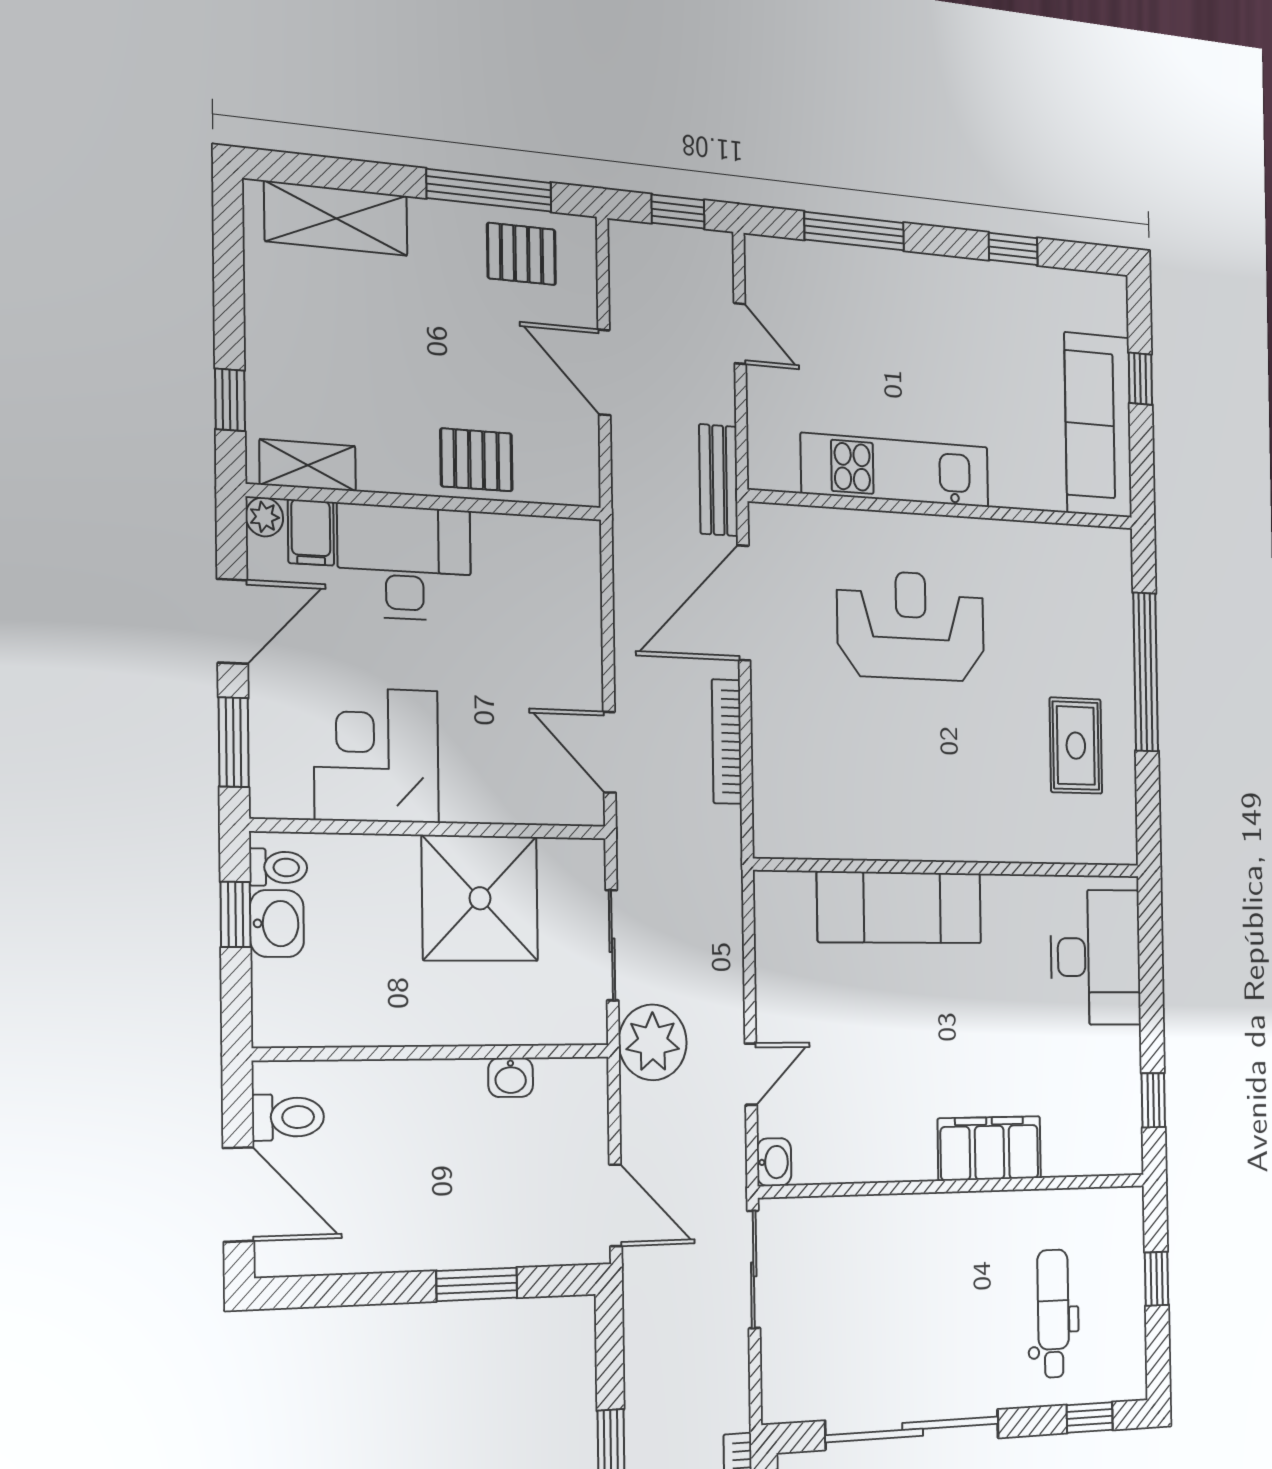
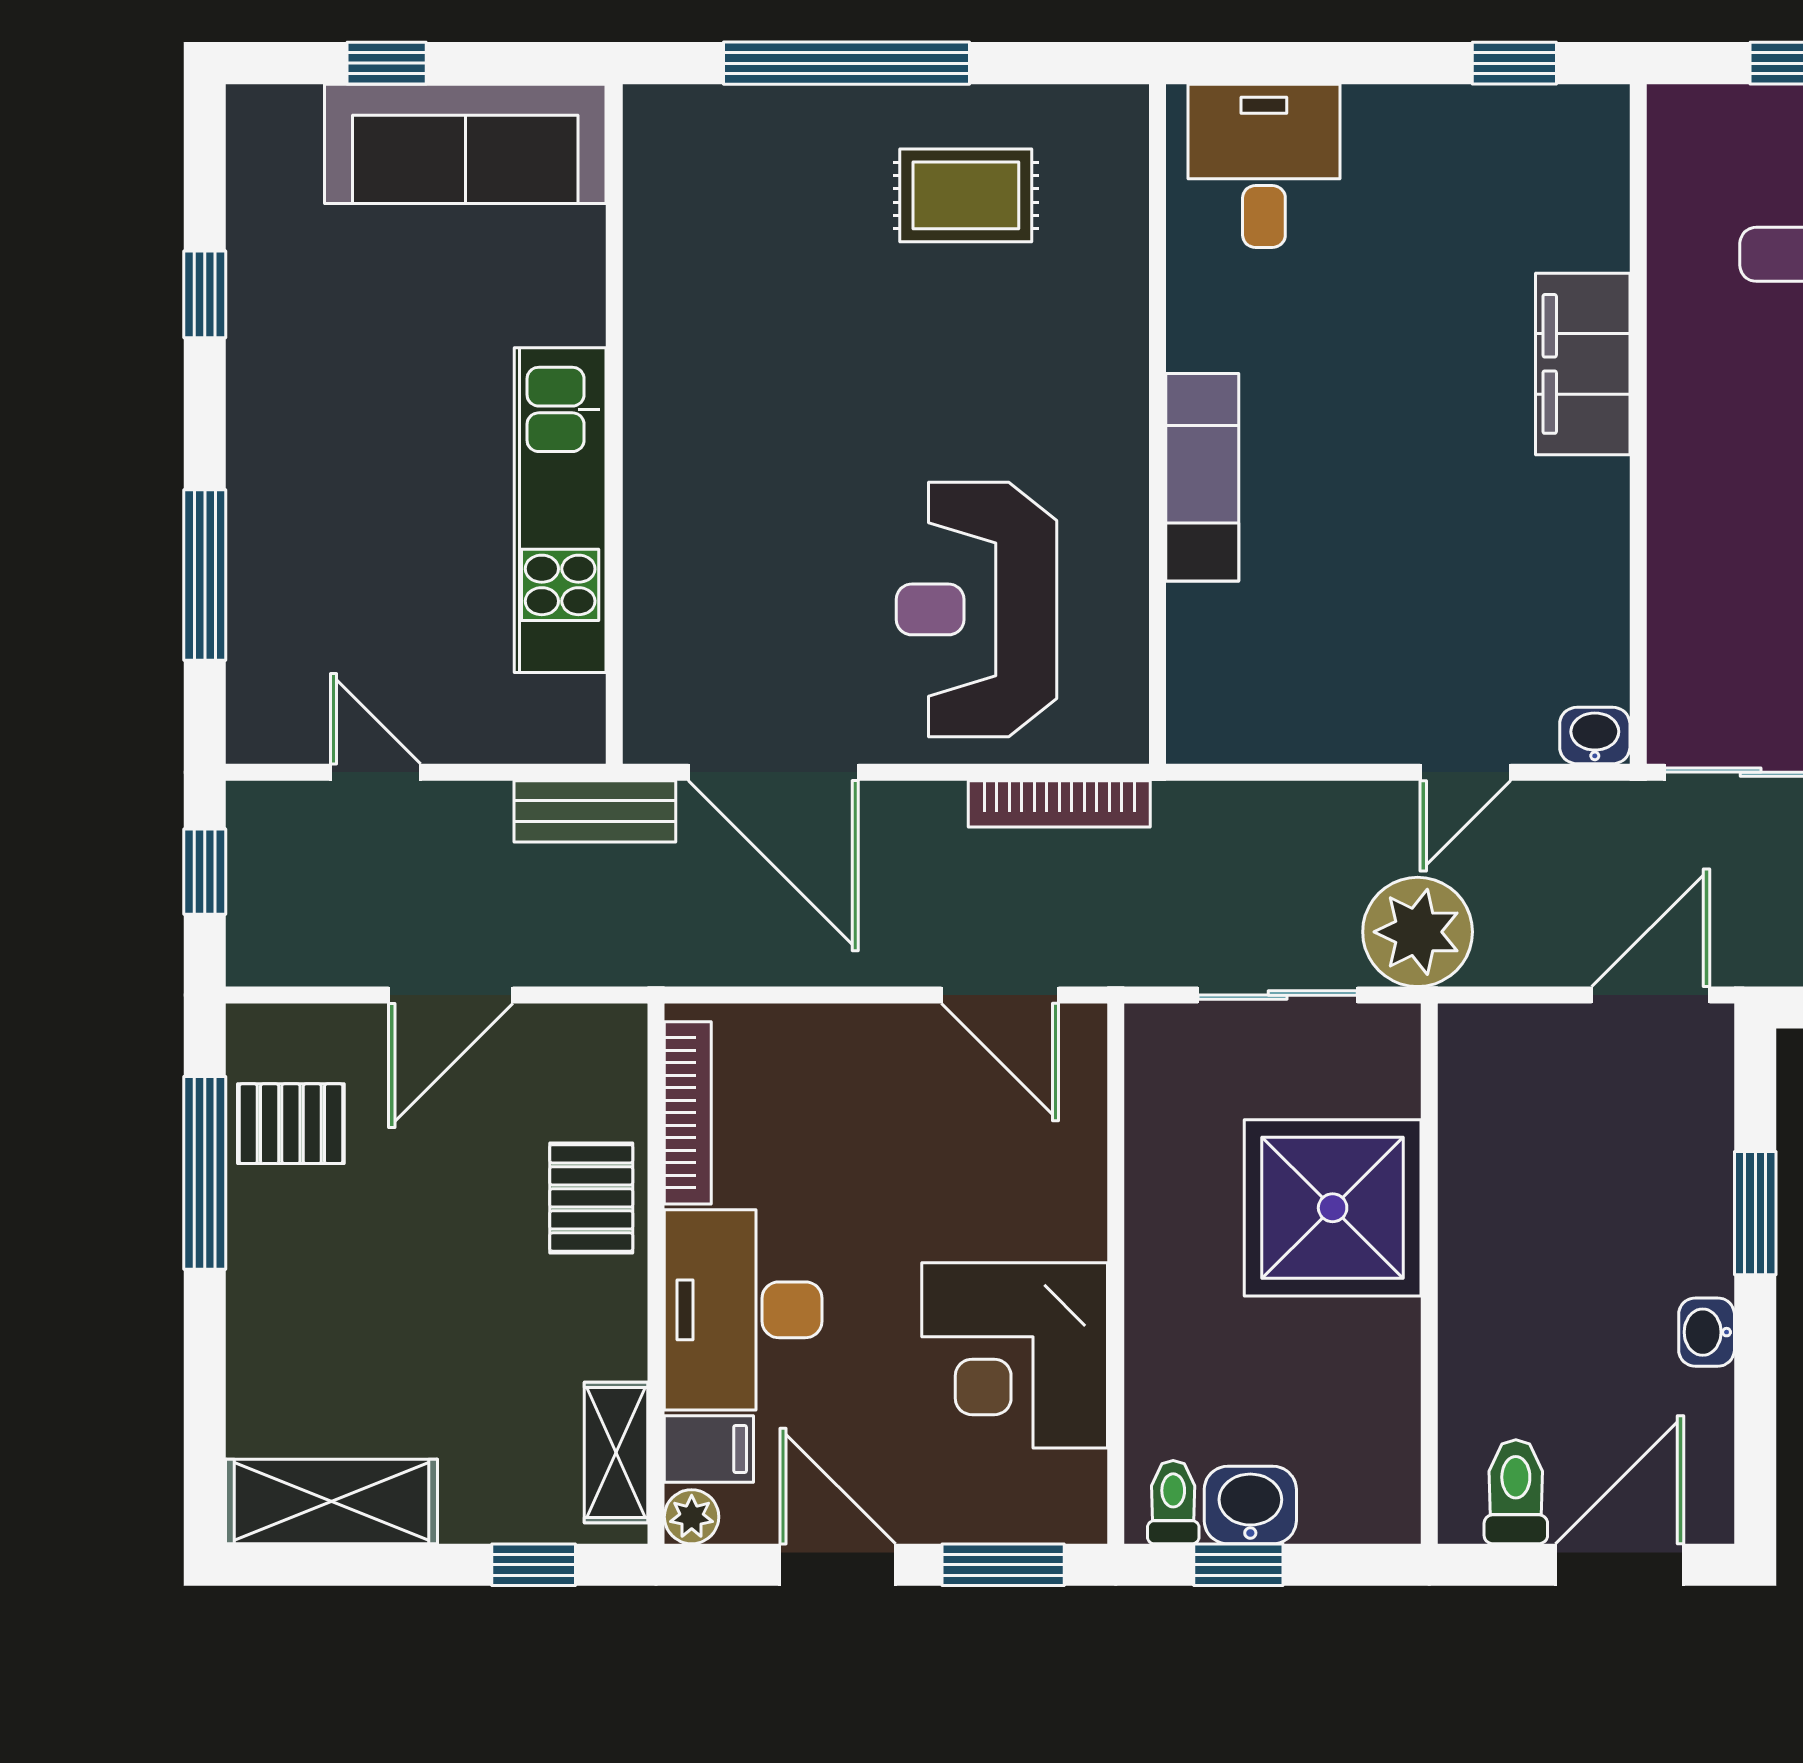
shelving: (336, 218) -> (332, 1502), moved, turned 90
pallet: (521, 254) -> (291, 1124), turned 90
door: (740, 333) -> (376, 772), hinge flipped
bookcase: (532, 531) -> (688, 1113), added
reception desk: (911, 626) -> (977, 609), moved
bookcase: (727, 742) -> (1059, 804), moved
door: (609, 752) -> (1000, 995), hinge flipped
shower: (480, 898) -> (1333, 1208), moved
exam couch: (900, 908) -> (1202, 477), width x0.73, depth x0.69
desk: (1096, 957) -> (1264, 166), width x0.73
door: (751, 1074) -> (1465, 772), swing flipped
washbasin: (511, 1077) -> (1707, 1332), moved, turned 180

